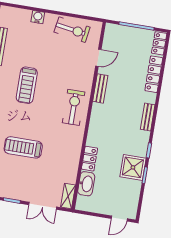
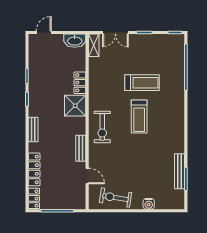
door: (98, 58) -> (87, 176), swing flipped
treadmill: (27, 85) -> (139, 116), moved, turned 180
shower: (133, 167) -> (75, 106), moved
washbasin: (86, 184) -> (75, 41), moved, turned -90
double door: (43, 206) -> (115, 33), swing flipped

